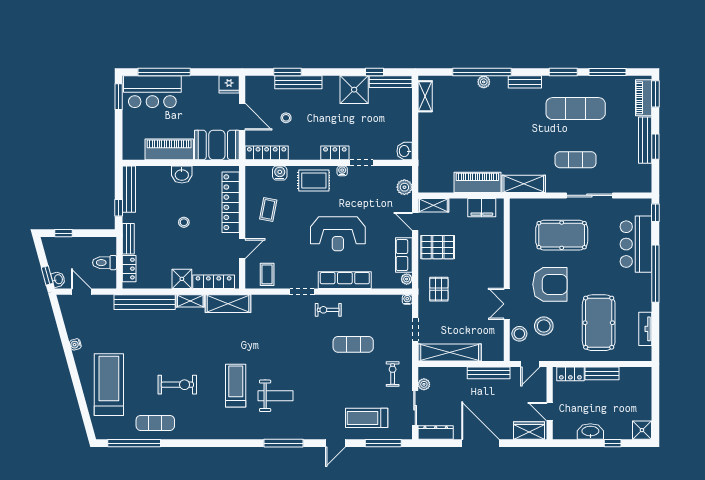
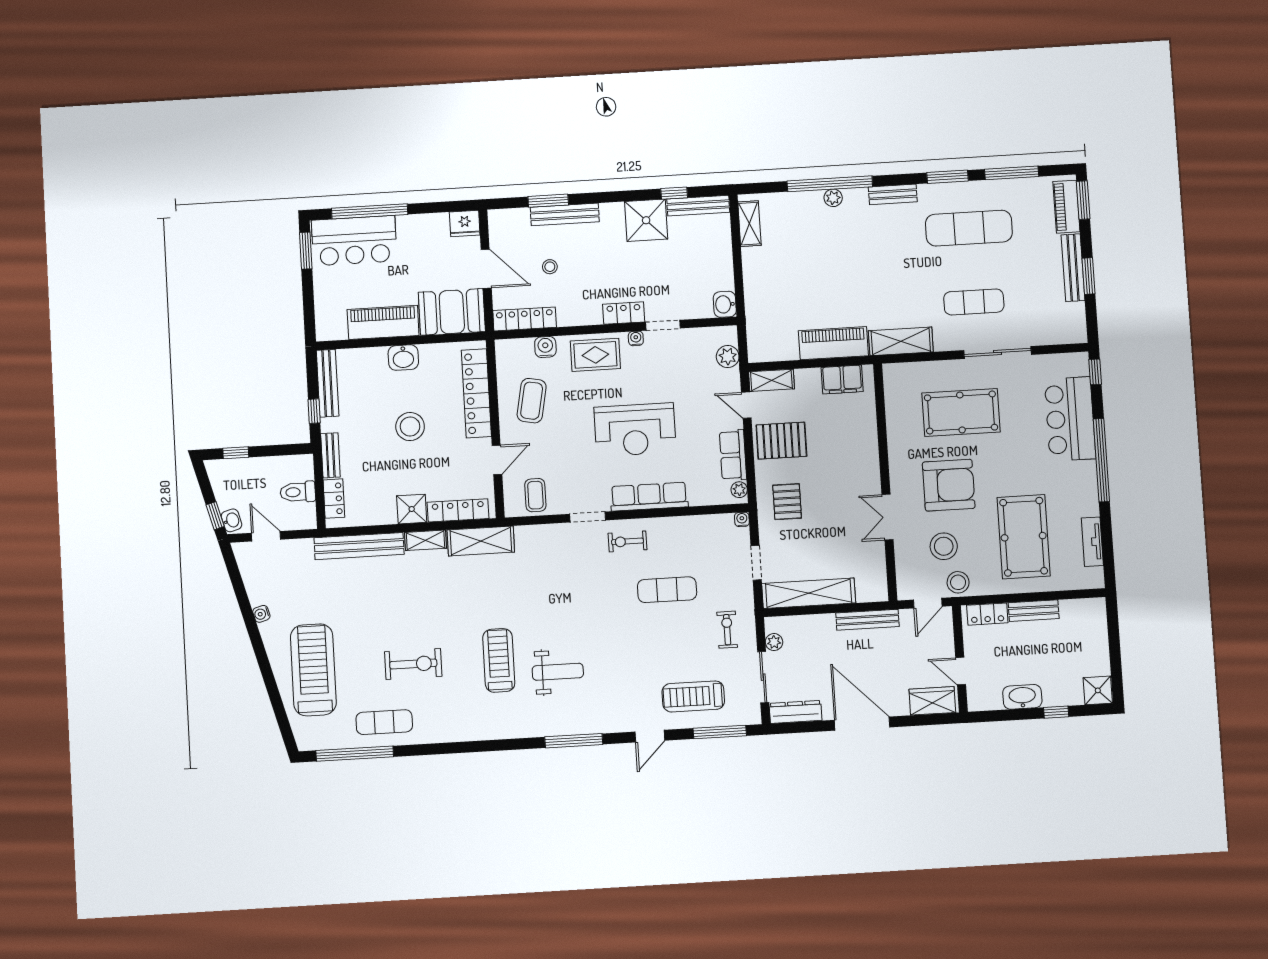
coffee table: (268, 209) -> (532, 401), width x1.36, depth x1.30
stool: (184, 222) -> (410, 427), width x1.89, depth x1.89
stool: (519, 334) -> (958, 582), moved

